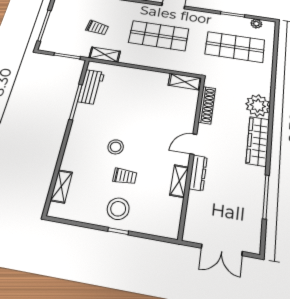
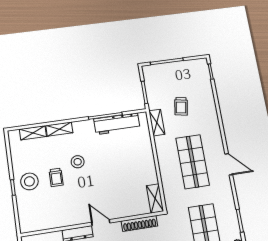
workbench: (91, 87) -> (117, 124), width x1.38
shelving: (179, 181) -> (59, 129), moved

